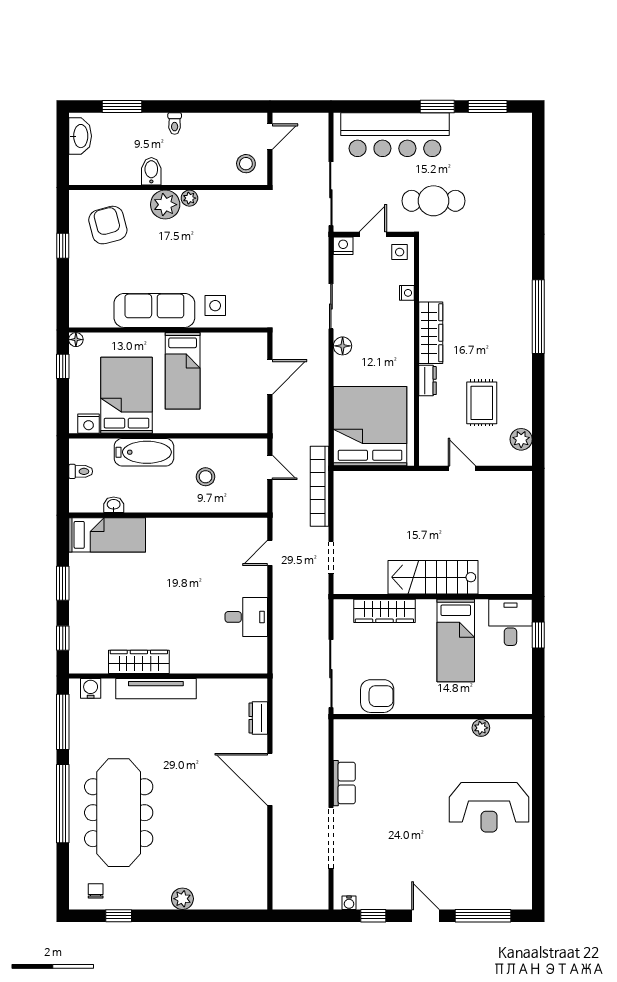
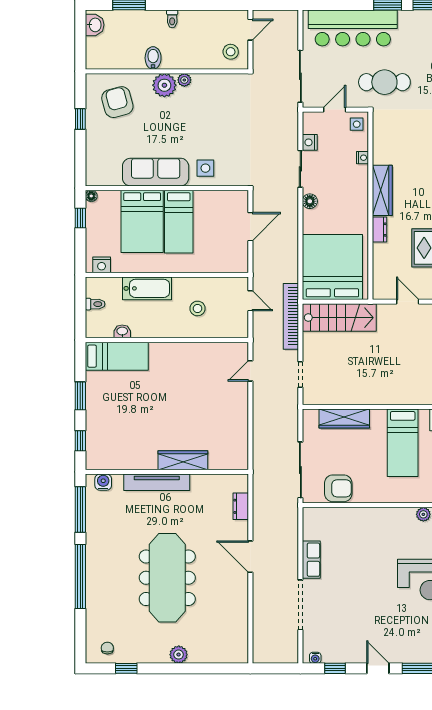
washbasin: (80, 136) -> (95, 25), width x0.72
nightstand: (343, 246) -> (310, 142), moved, turned -90
bed: (126, 395) -> (142, 221), moved, turned 180
stairs: (433, 577) -> (339, 318), moved, turned 180
desk: (246, 617) -> (231, 423), removed
wardrobe: (139, 662) -> (183, 460), moved
door: (270, 779) -> (250, 557), width x0.73
meeting table: (119, 813) -> (167, 578), moved

